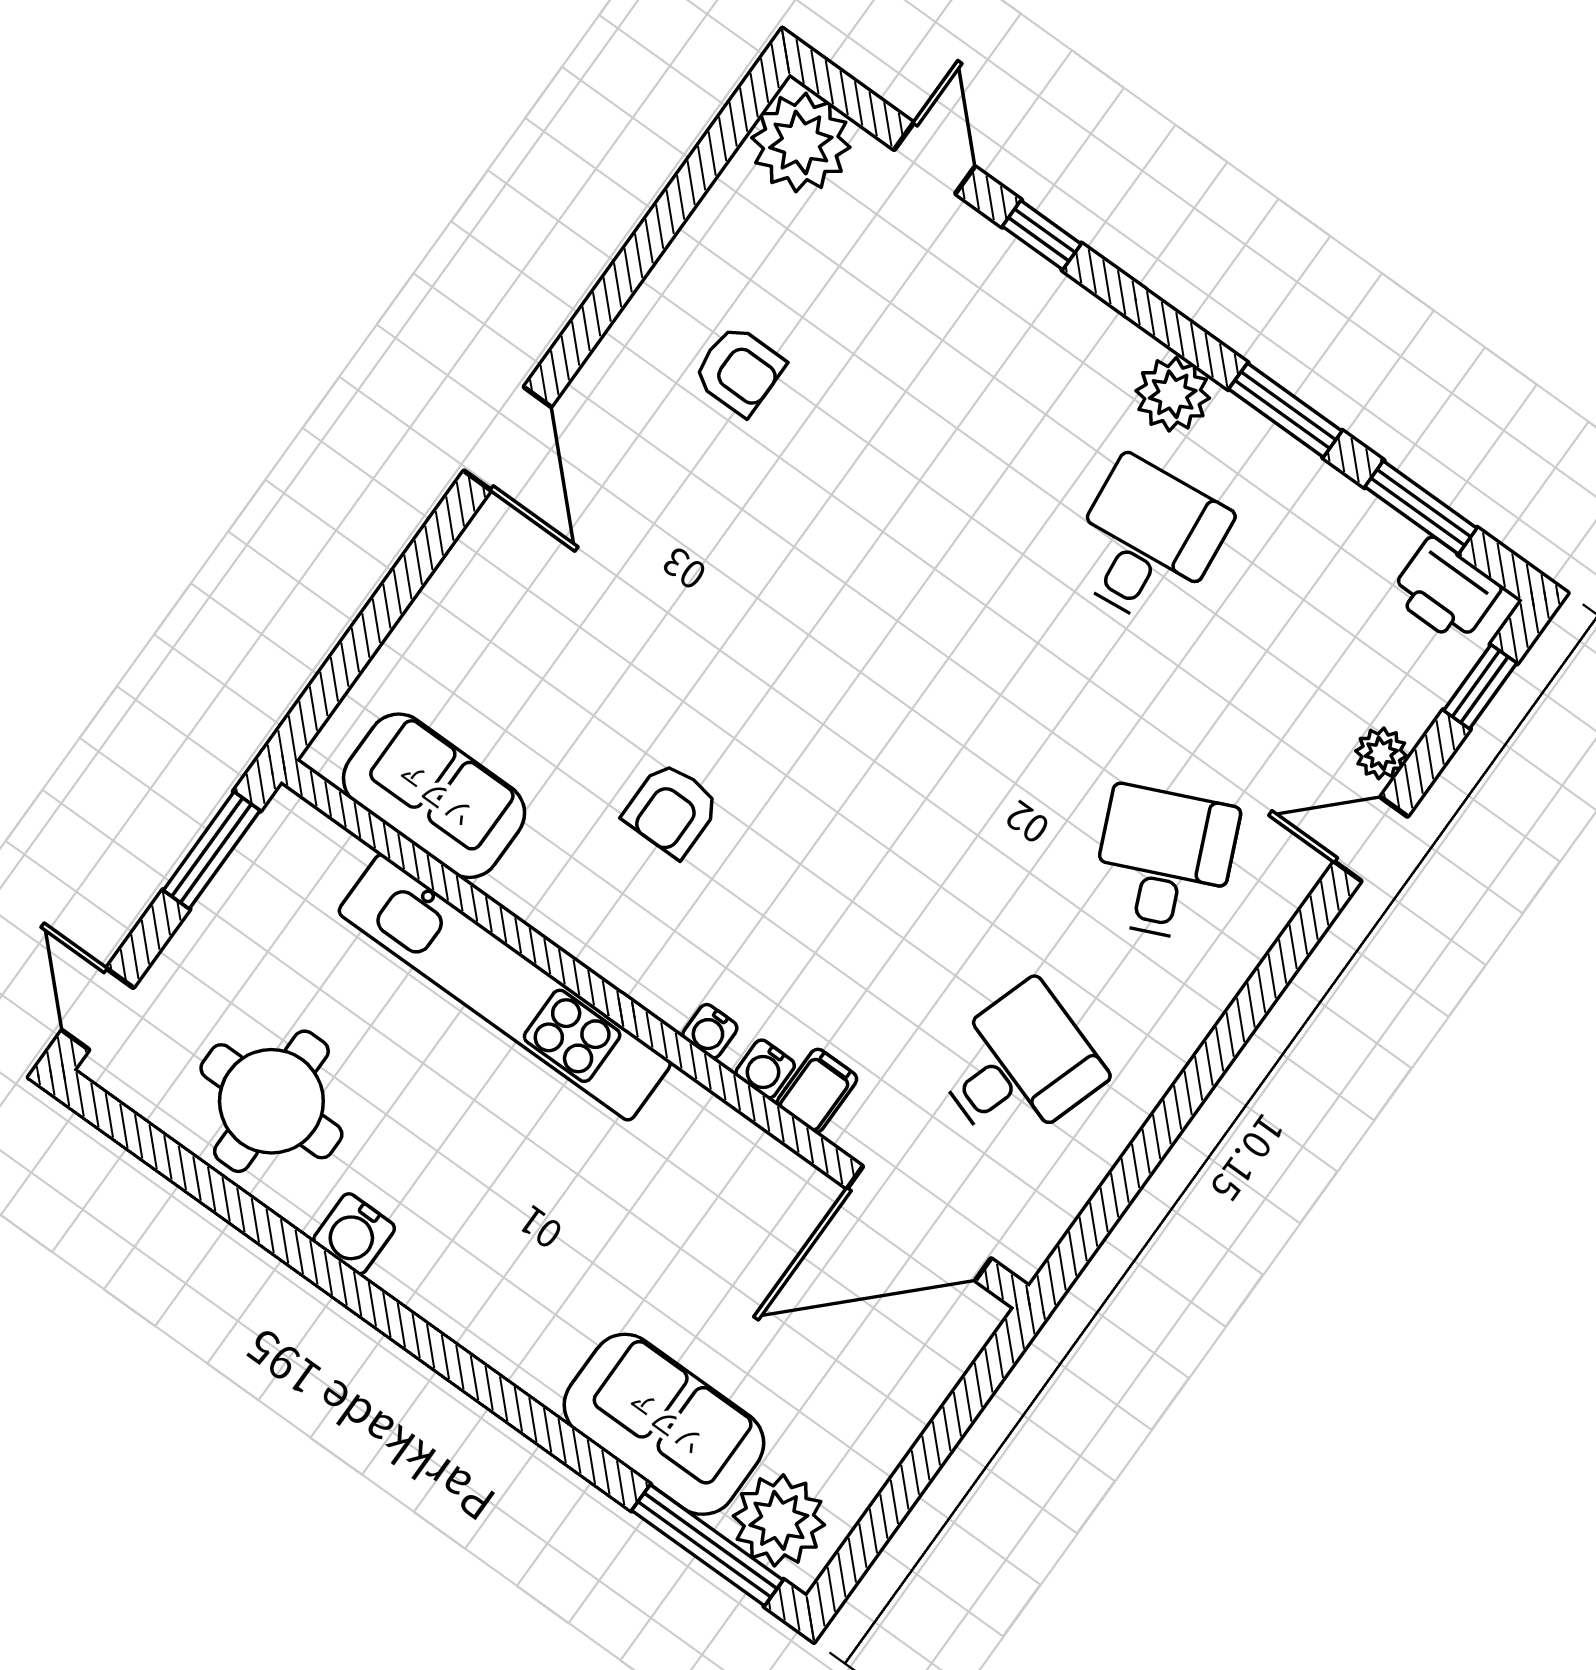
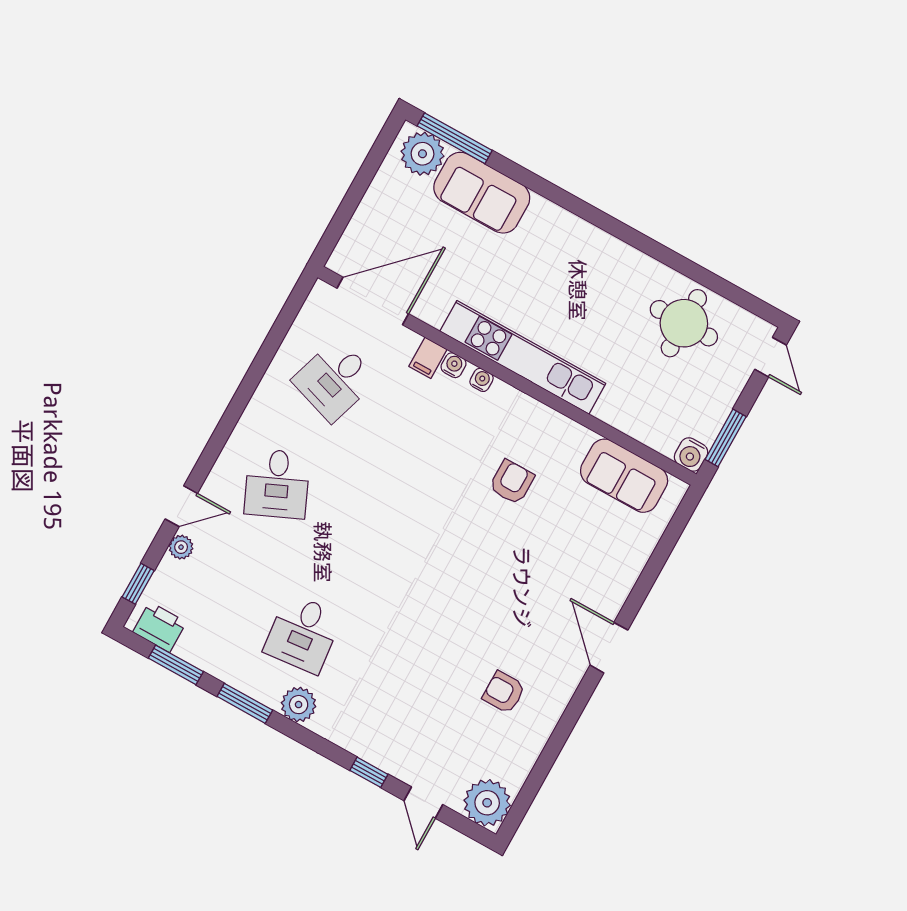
kitchen unit: (505, 987) -> (523, 357), moved
water cooler: (354, 1234) -> (691, 455), moved, turned 180

